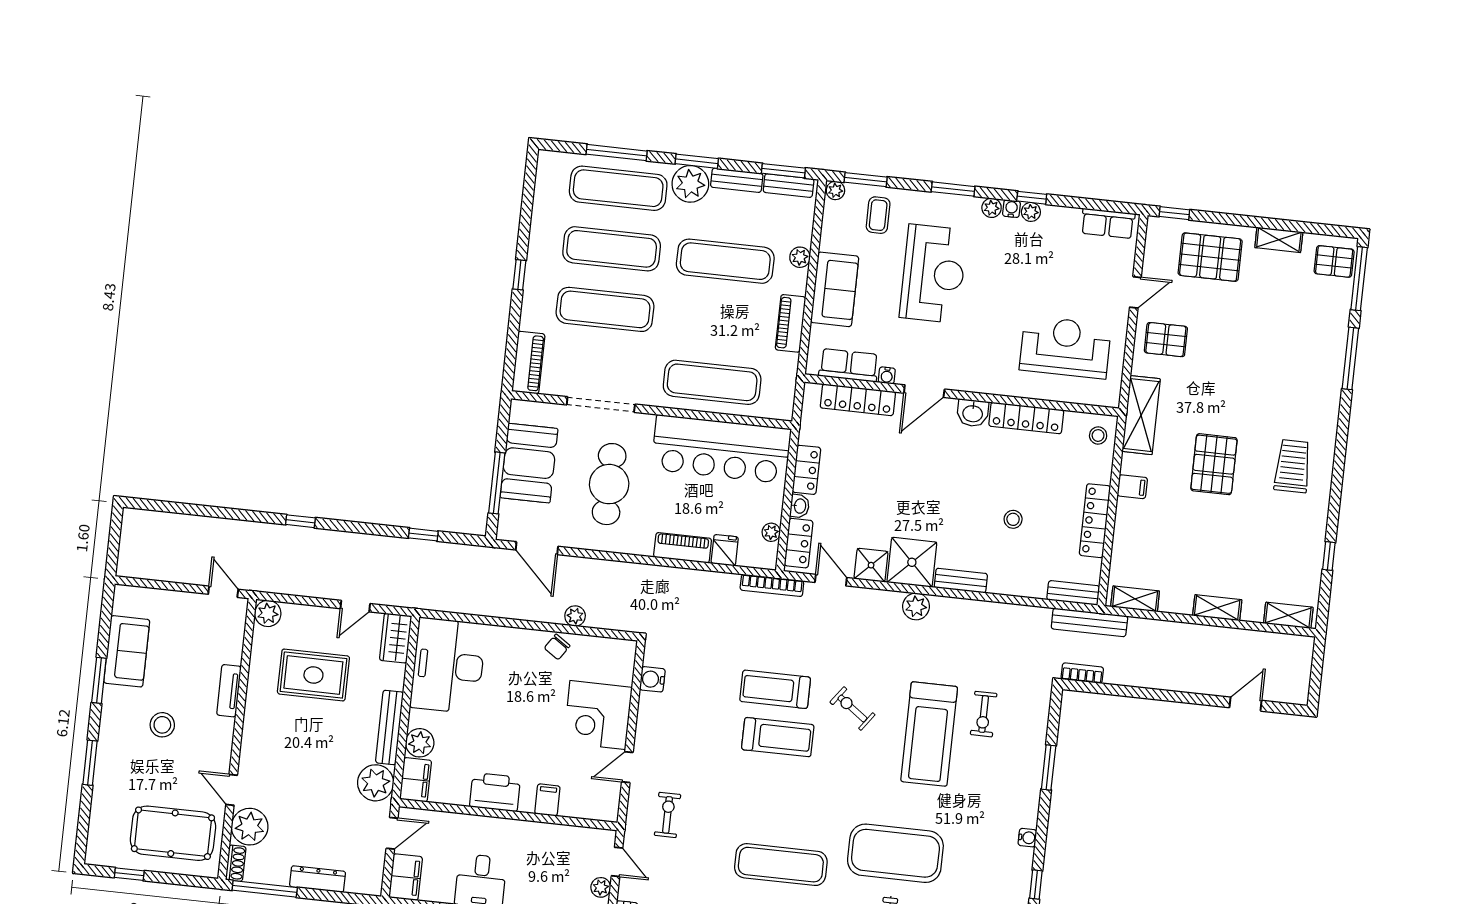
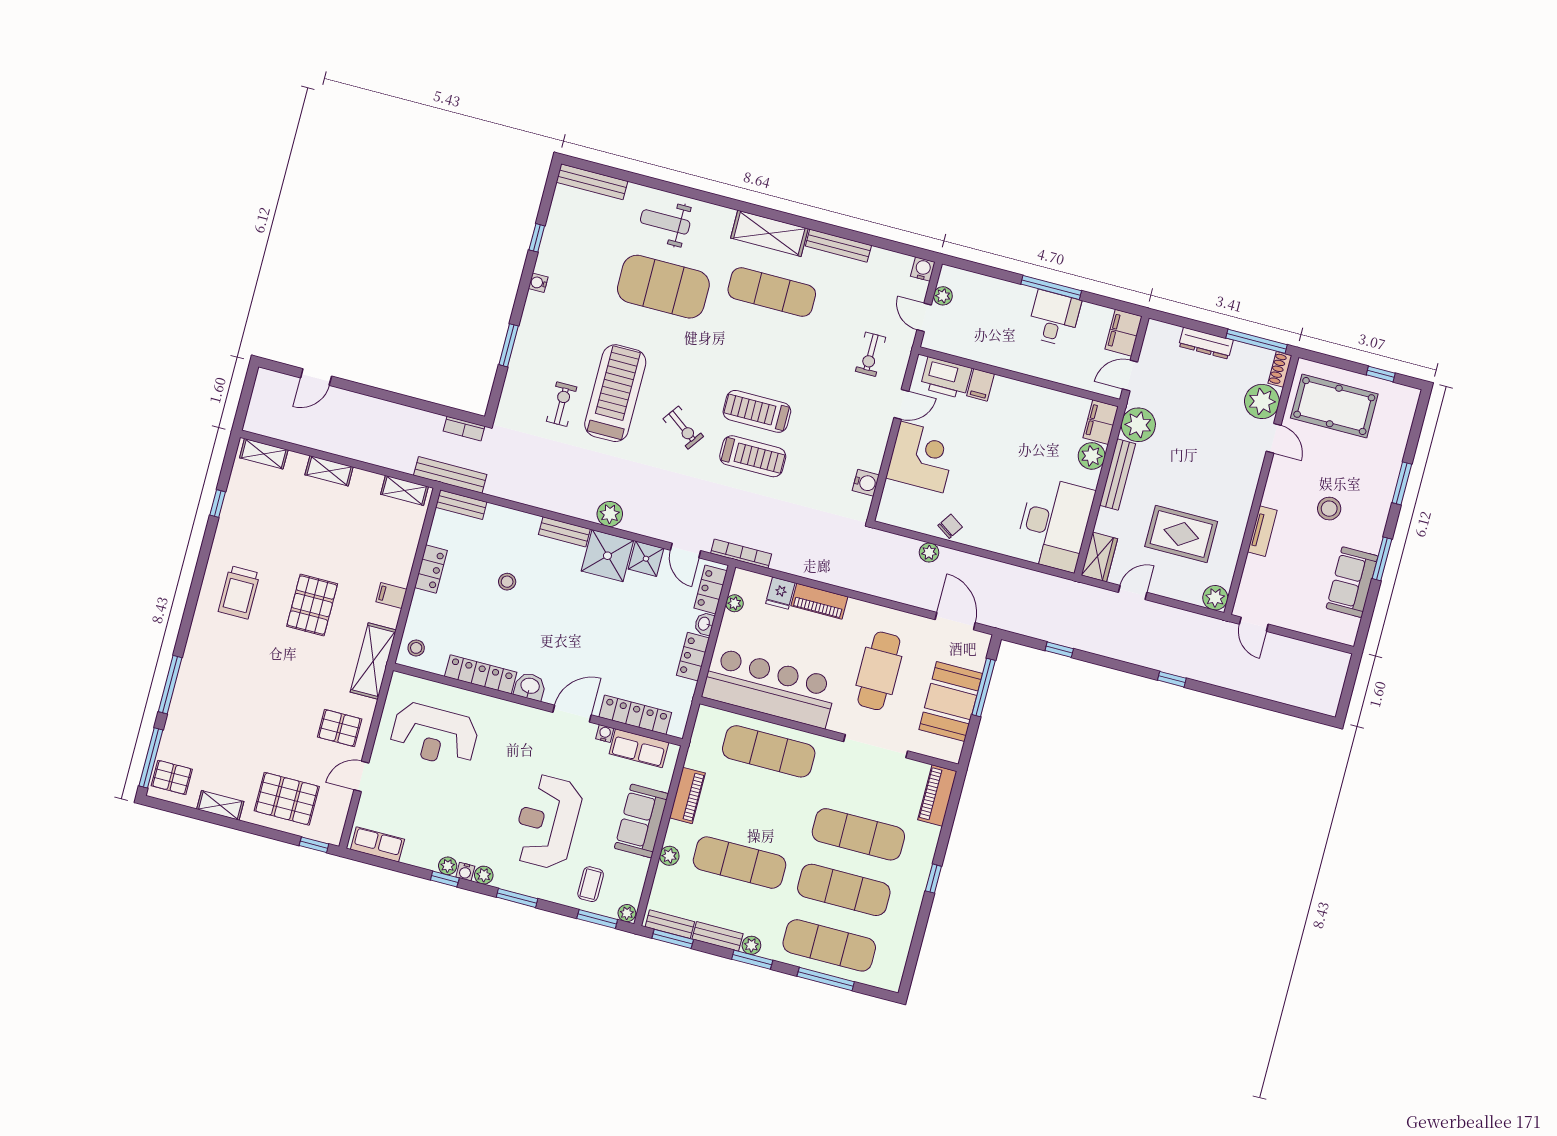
plant: (690, 184) -> (751, 945), width x0.53, depth x0.53
locker: (1095, 521) -> (431, 569), width x0.66
printer: (495, 792) -> (946, 378), moved

